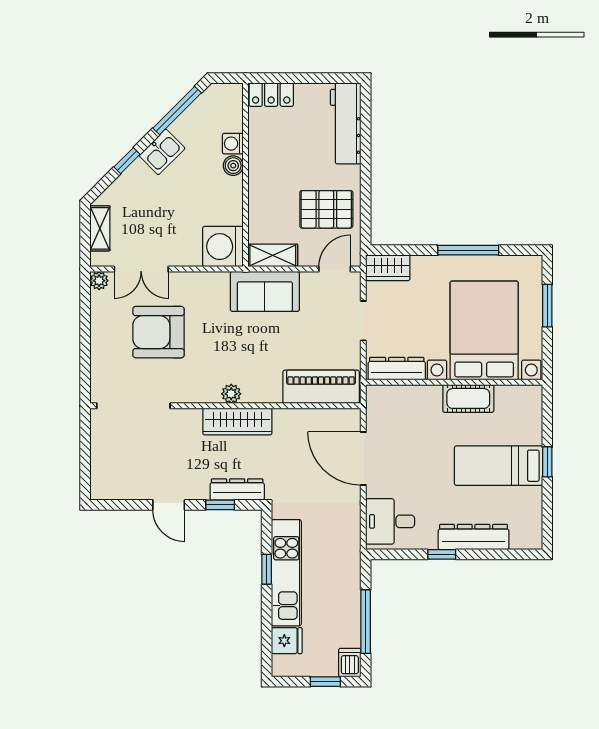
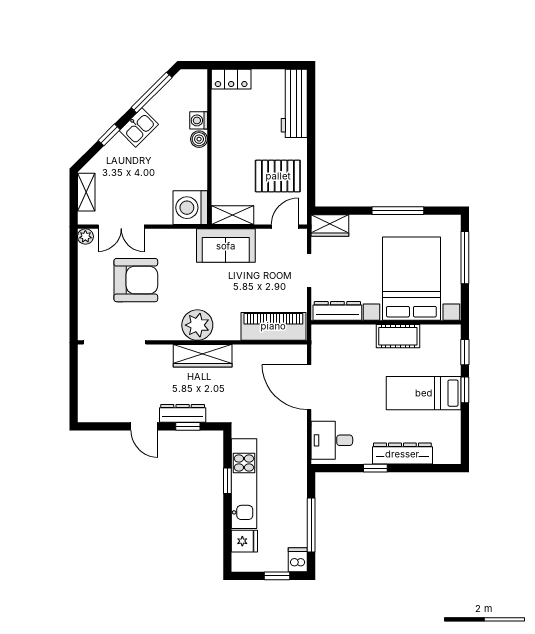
window: (547, 306) -> (465, 258), width x1.44
armchair: (158, 332) -> (136, 280), turned 180
plant: (231, 394) -> (197, 325), width x1.88, depth x1.88
window: (547, 417) -> (465, 352), added
dresser: (237, 490) -> (183, 413), moved

